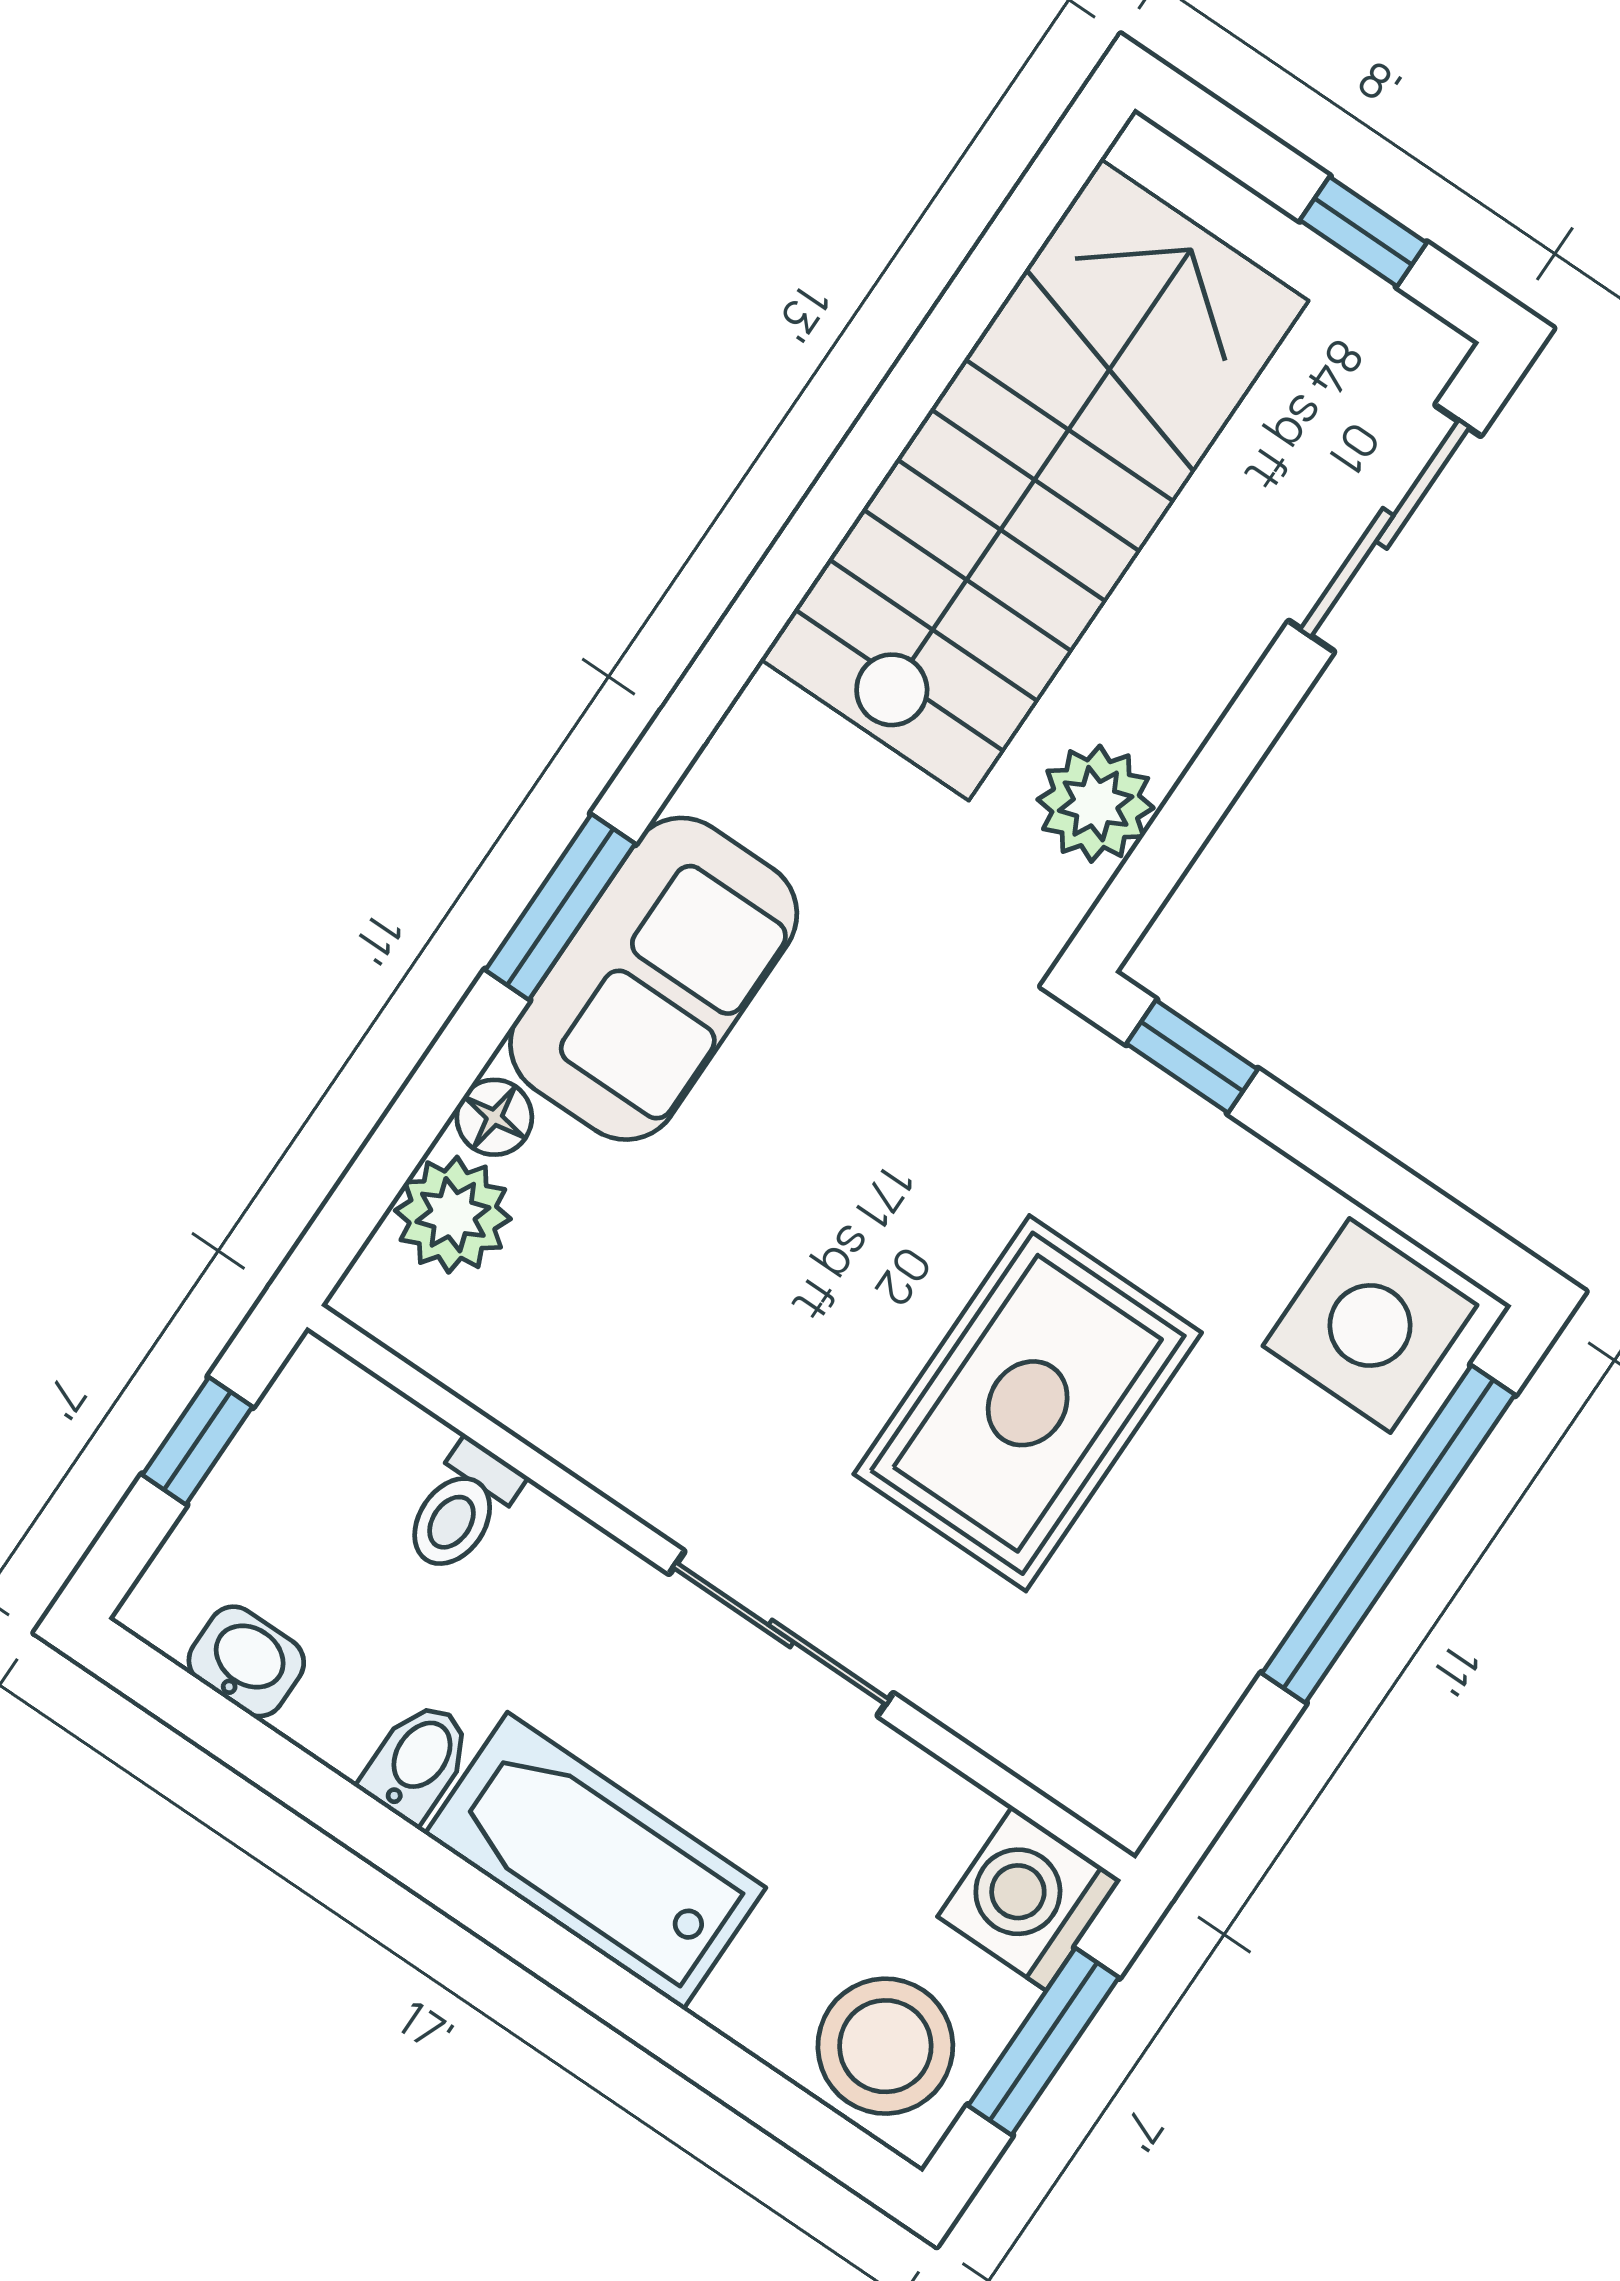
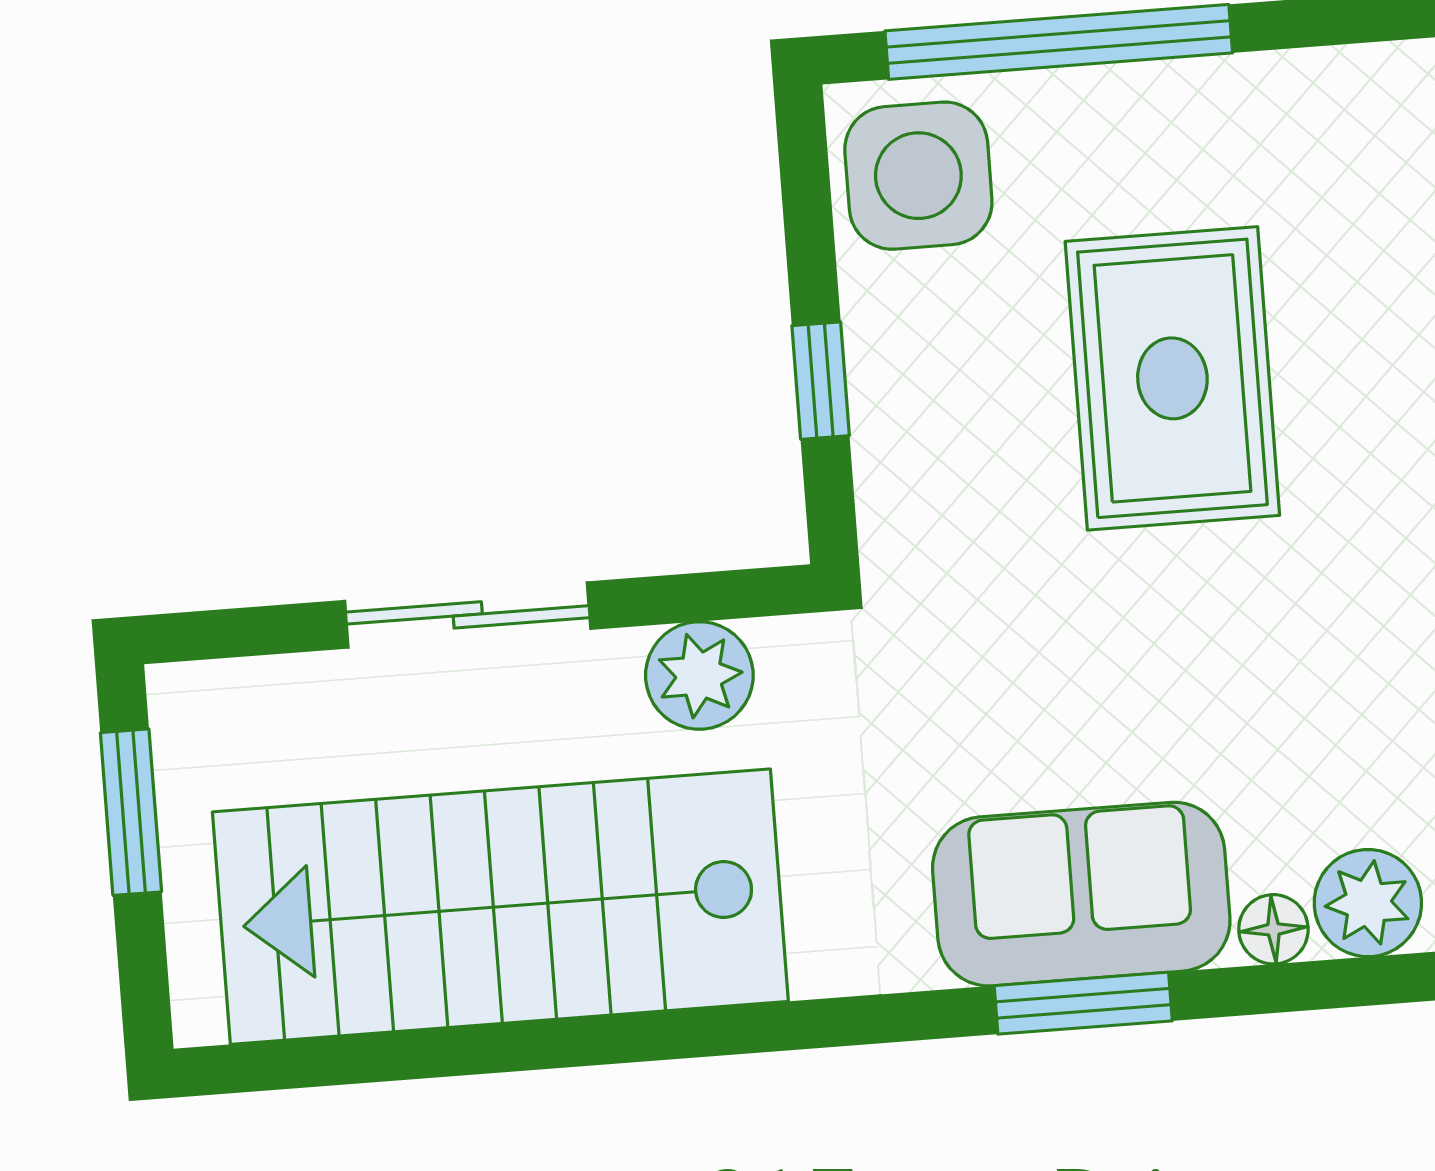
window: (1363, 232) -> (131, 812), width x1.50
sliding door: (1385, 528) -> (468, 615), moved
window: (1192, 1057) -> (821, 381), moved
rug: (1028, 1403) -> (1172, 378), turned 90

